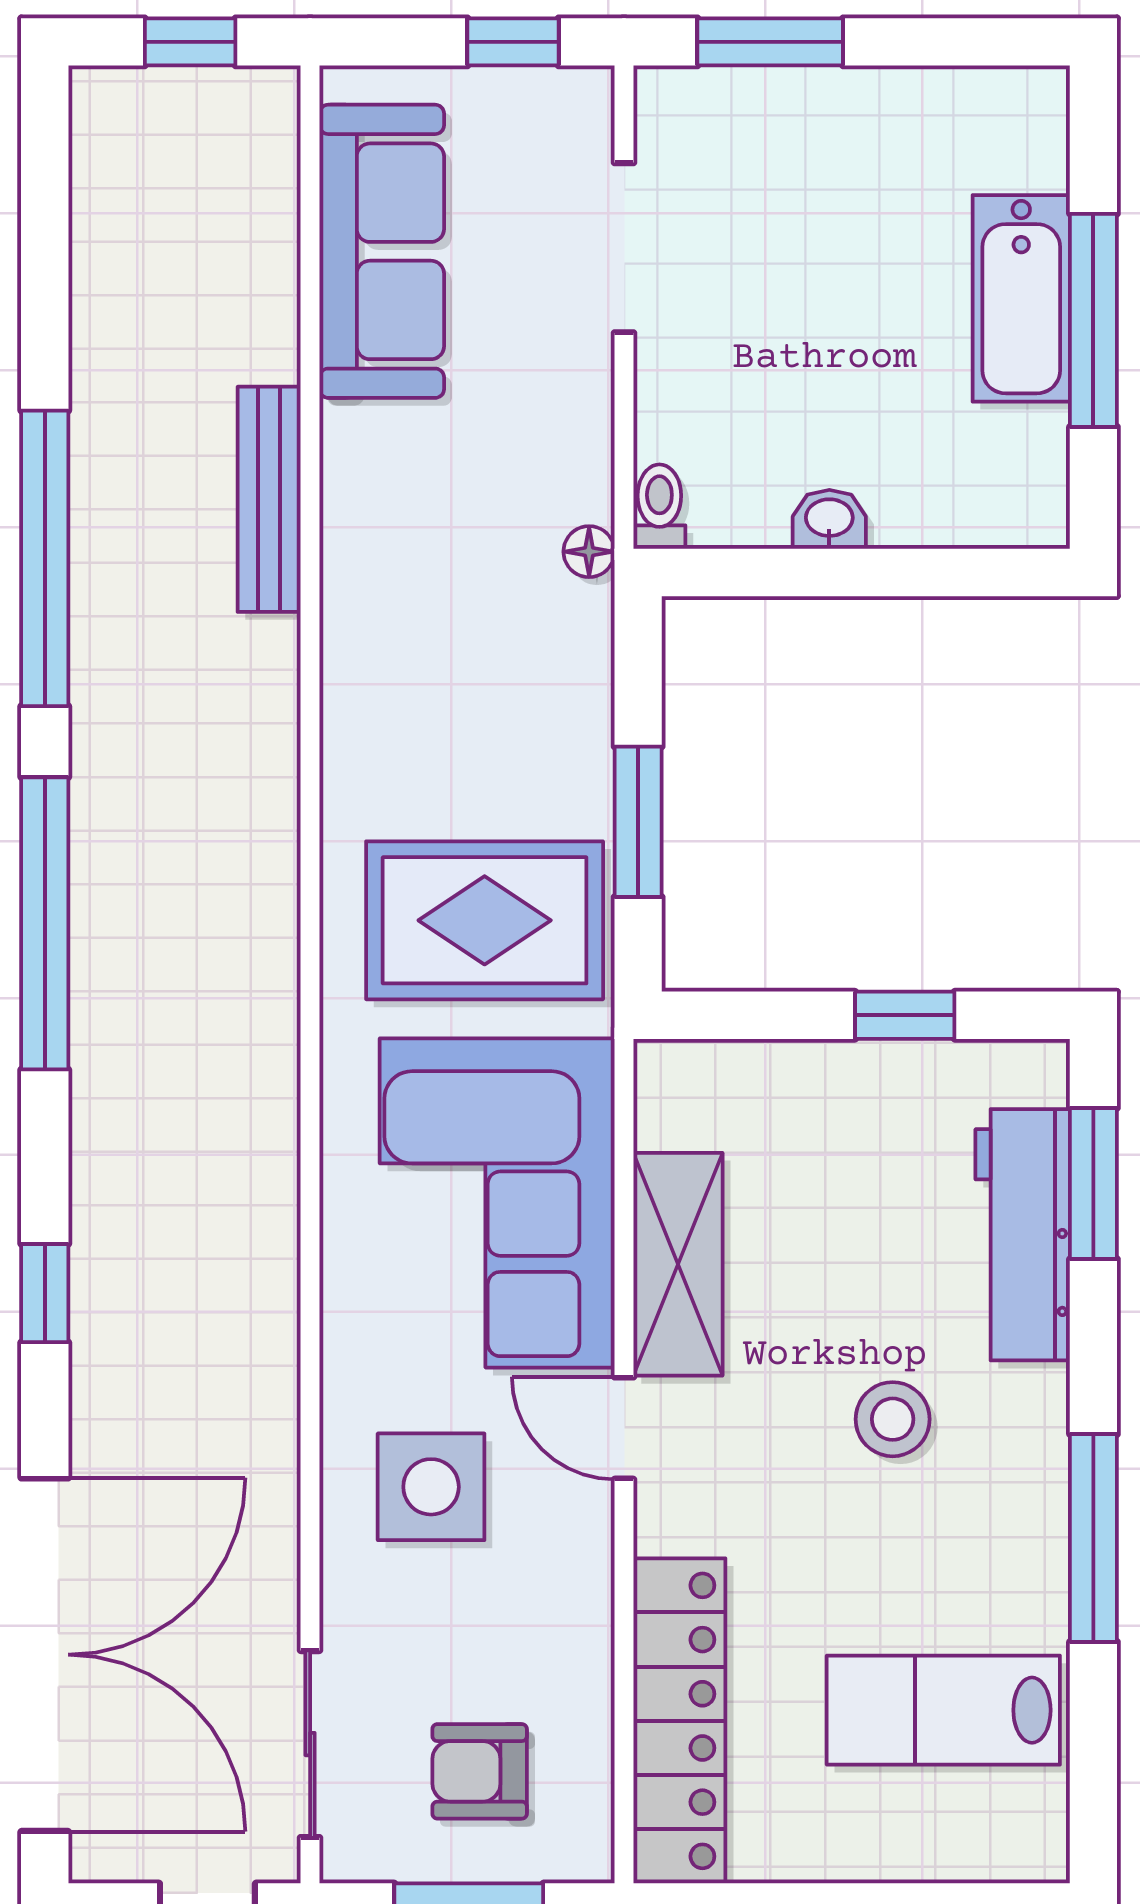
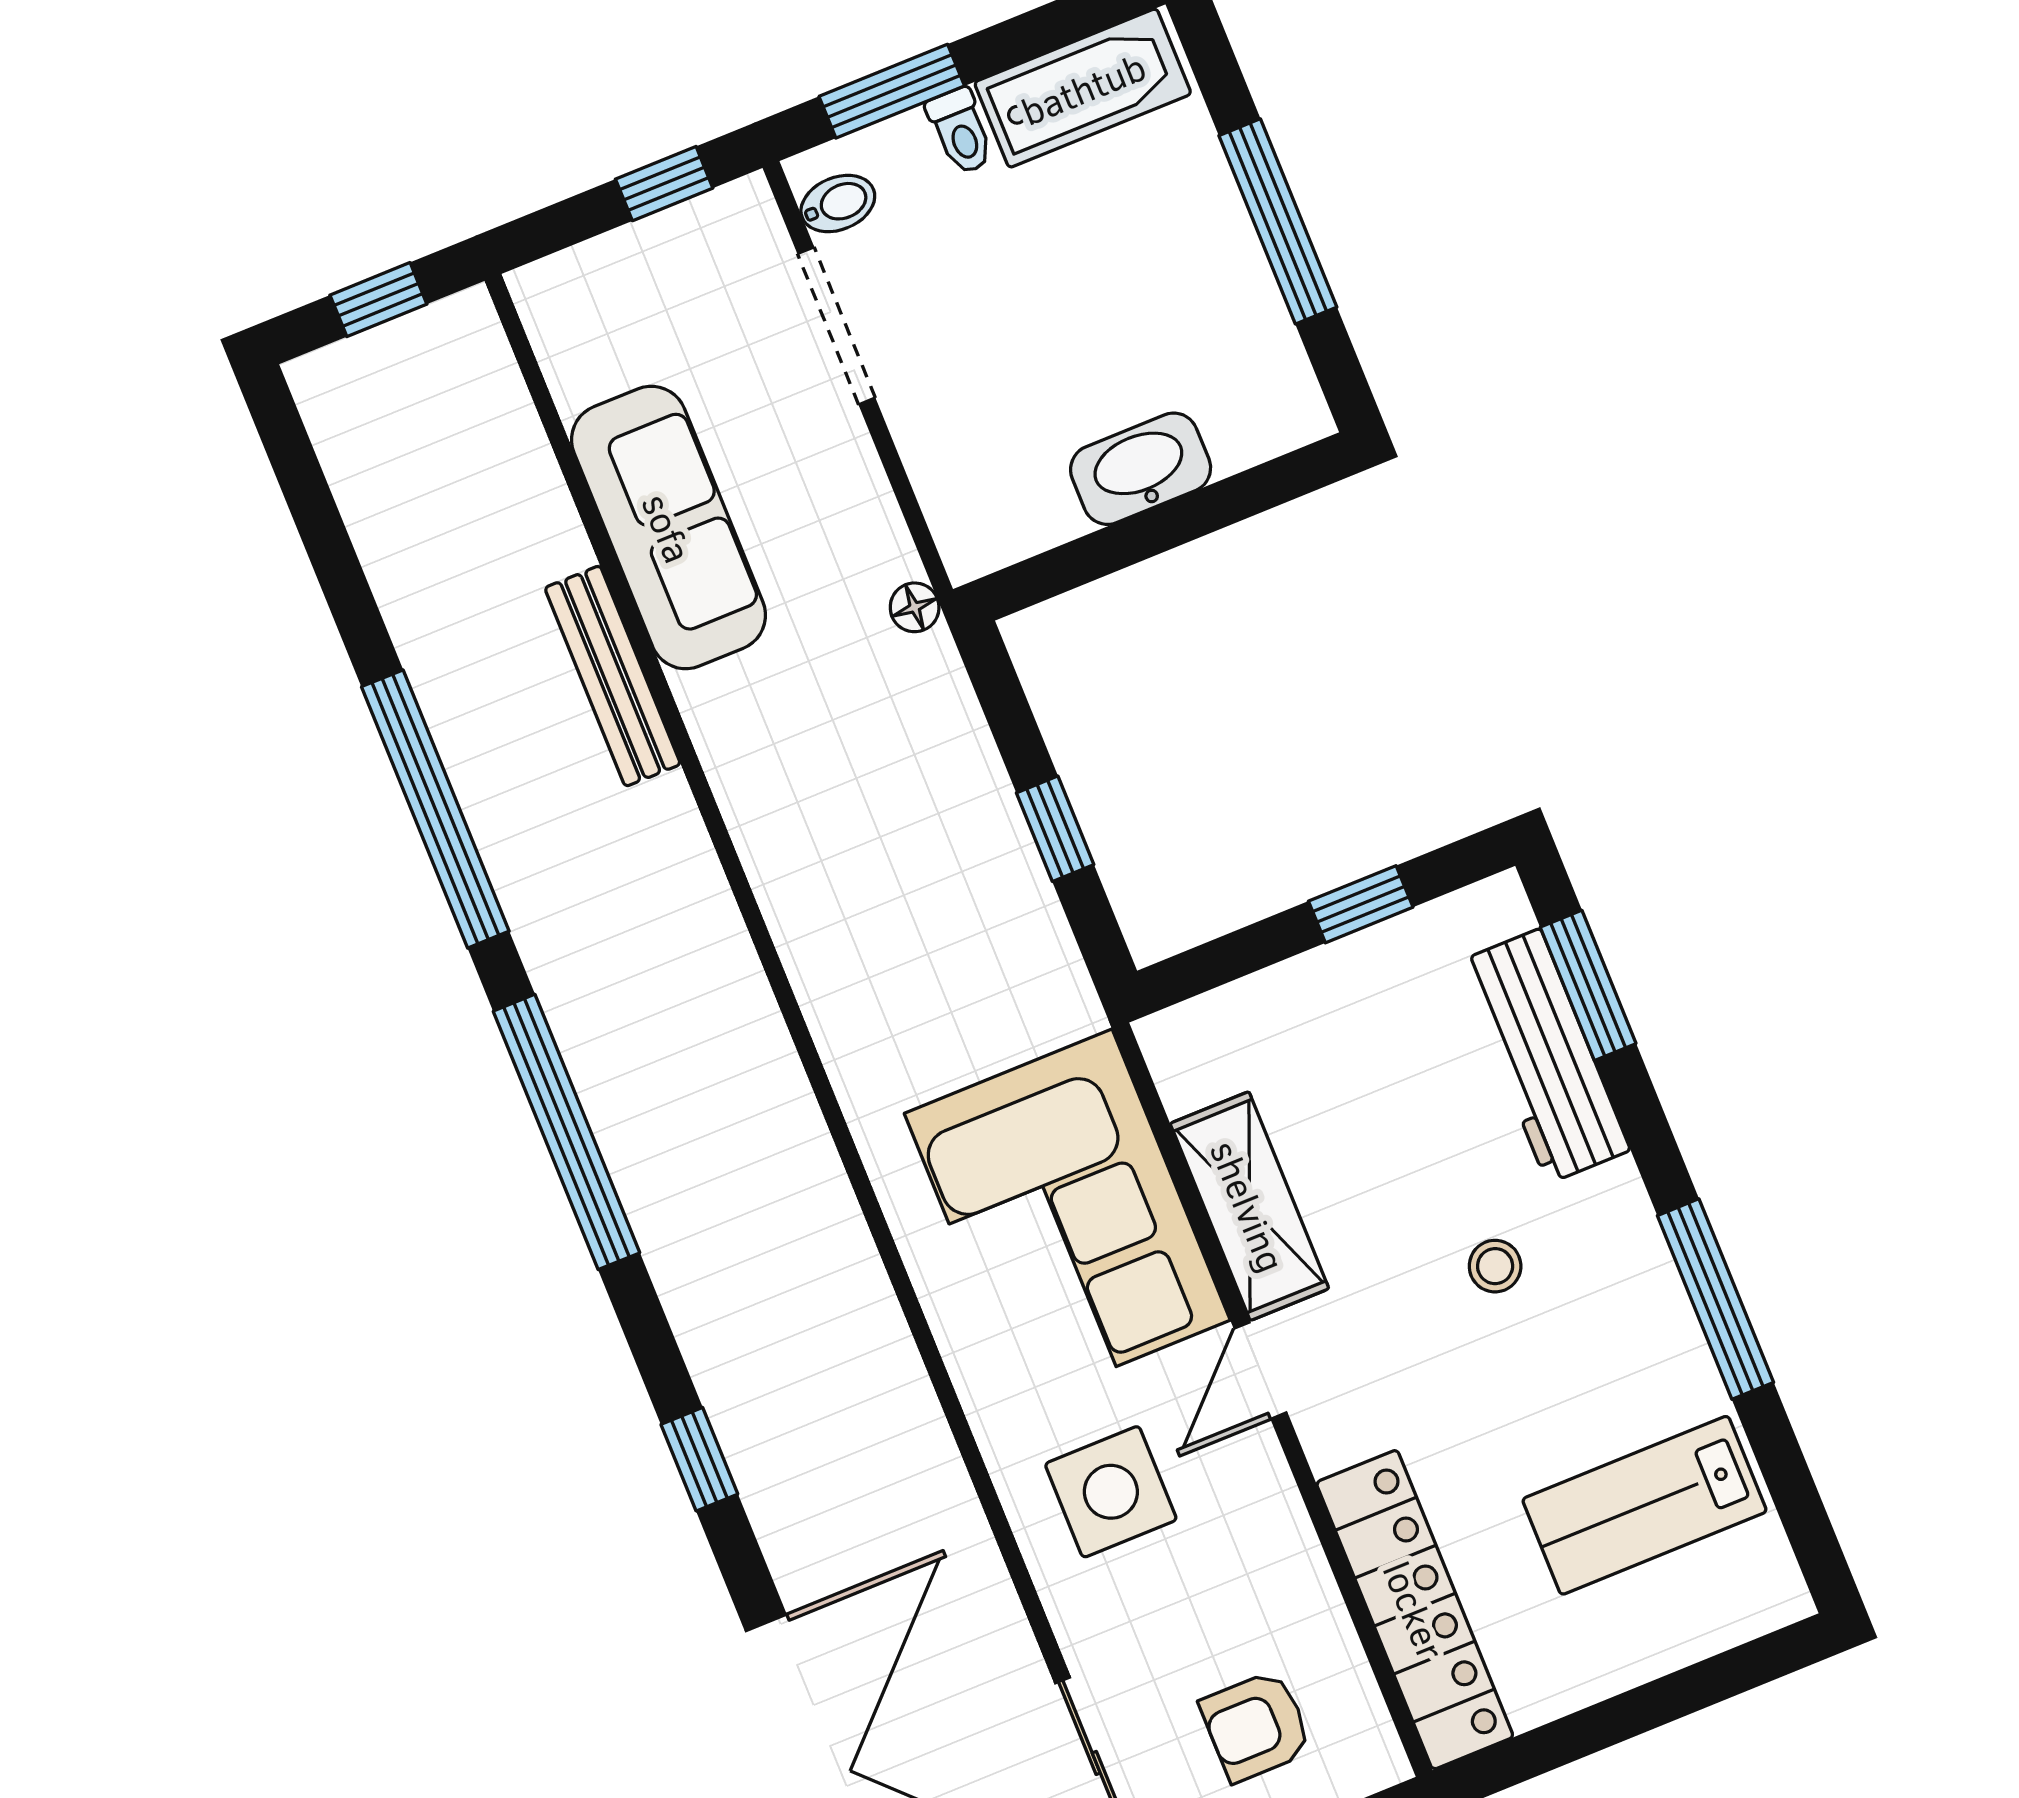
bidet: (674, 130) -> (838, 204), added
sofa: (382, 251) -> (668, 528), moved
bathtub: (1021, 298) -> (1083, 88), moved, turned -90
toilet: (659, 507) -> (961, 131), moved, turned 180
washbasin: (829, 519) -> (1141, 469), width x1.91, depth x1.45
window: (638, 822) -> (1055, 829), width x0.67
rug: (485, 920) -> (955, 971), removed
stool: (893, 1419) -> (1495, 1266), width x0.73, depth x0.73
door: (624, 1428) -> (1261, 1370), hinge flipped

